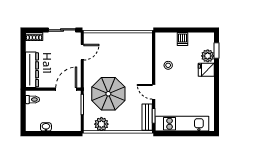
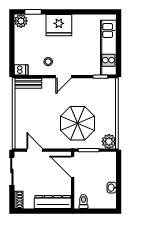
dishwasher: (183, 39) -> (21, 70), moved
plant: (208, 56) -> (21, 21), moved
fridge: (206, 70) -> (59, 25), width x1.88, depth x1.34
door: (154, 92) -> (64, 77), moved
bench: (147, 117) -> (28, 83), moved
plant: (101, 124) -> (109, 141), moved

